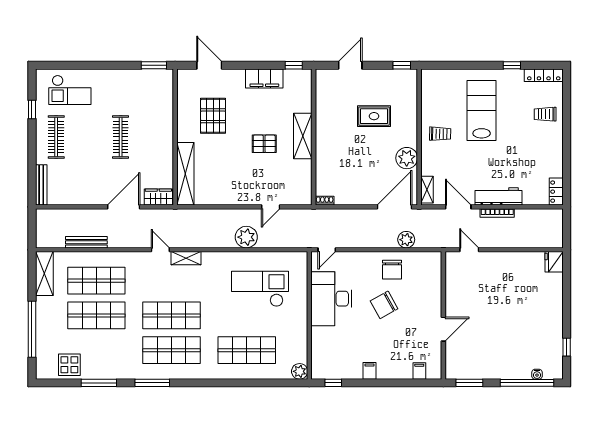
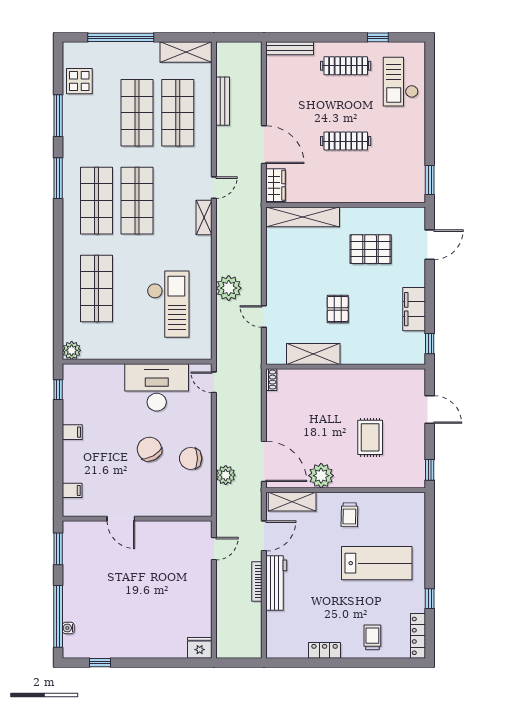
shelving: (303, 136) -> (313, 354), moved
shelving: (427, 190) -> (292, 502), width x1.50, depth x1.33
locker: (556, 192) -> (325, 650), moved

